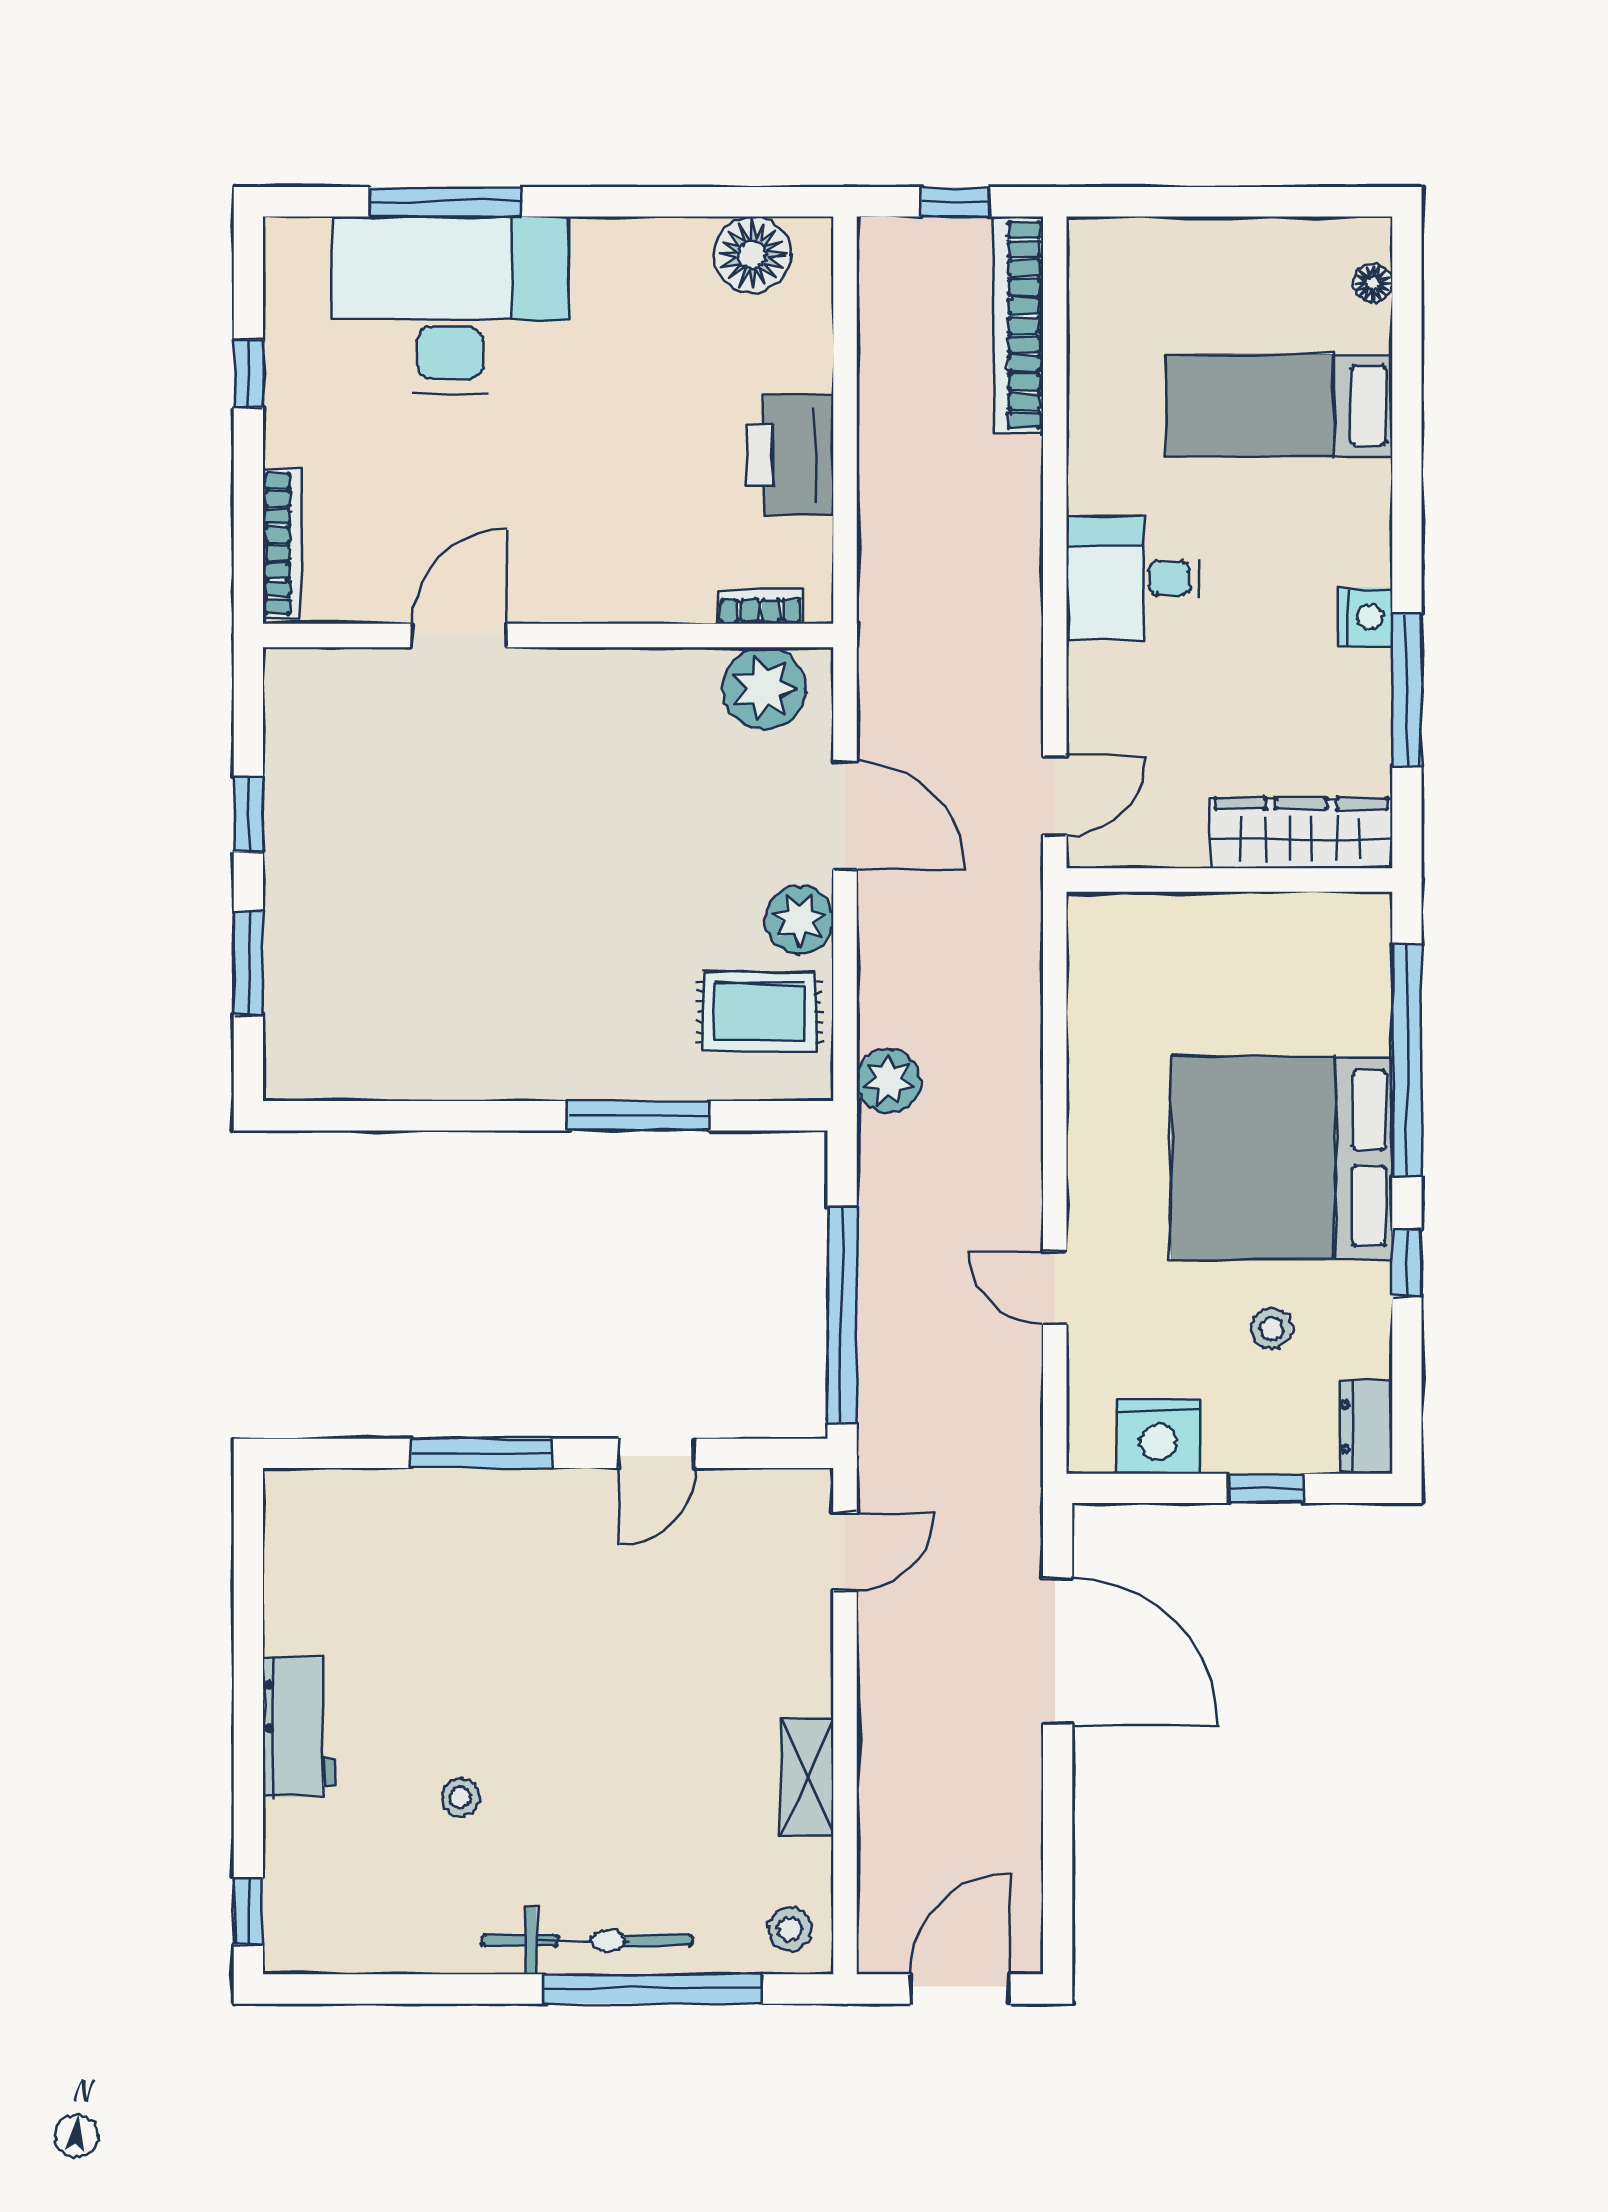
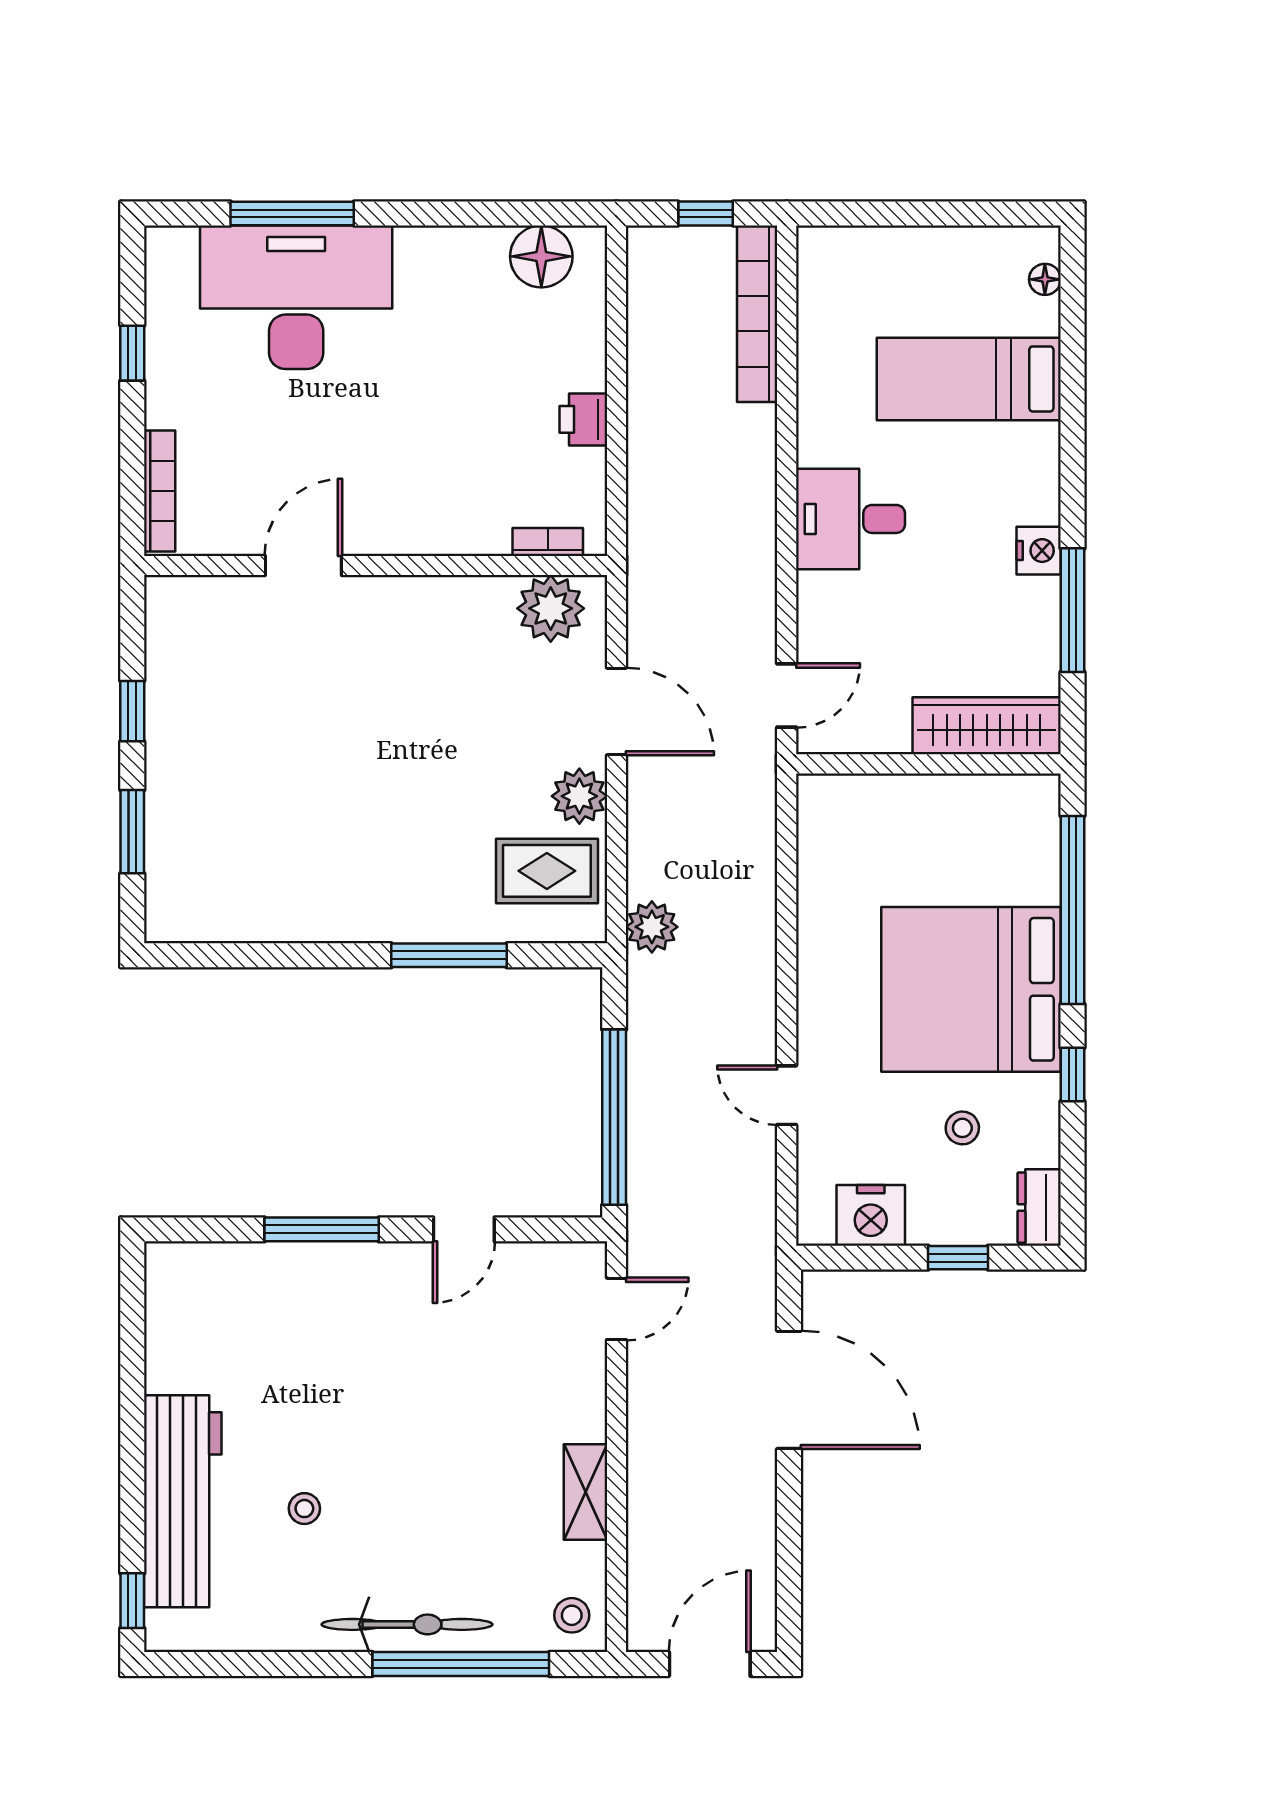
printer: (790, 455) -> (583, 419), width x0.53, depth x0.68
workbench: (299, 1727) -> (183, 1501), width x1.88, depth x1.32

